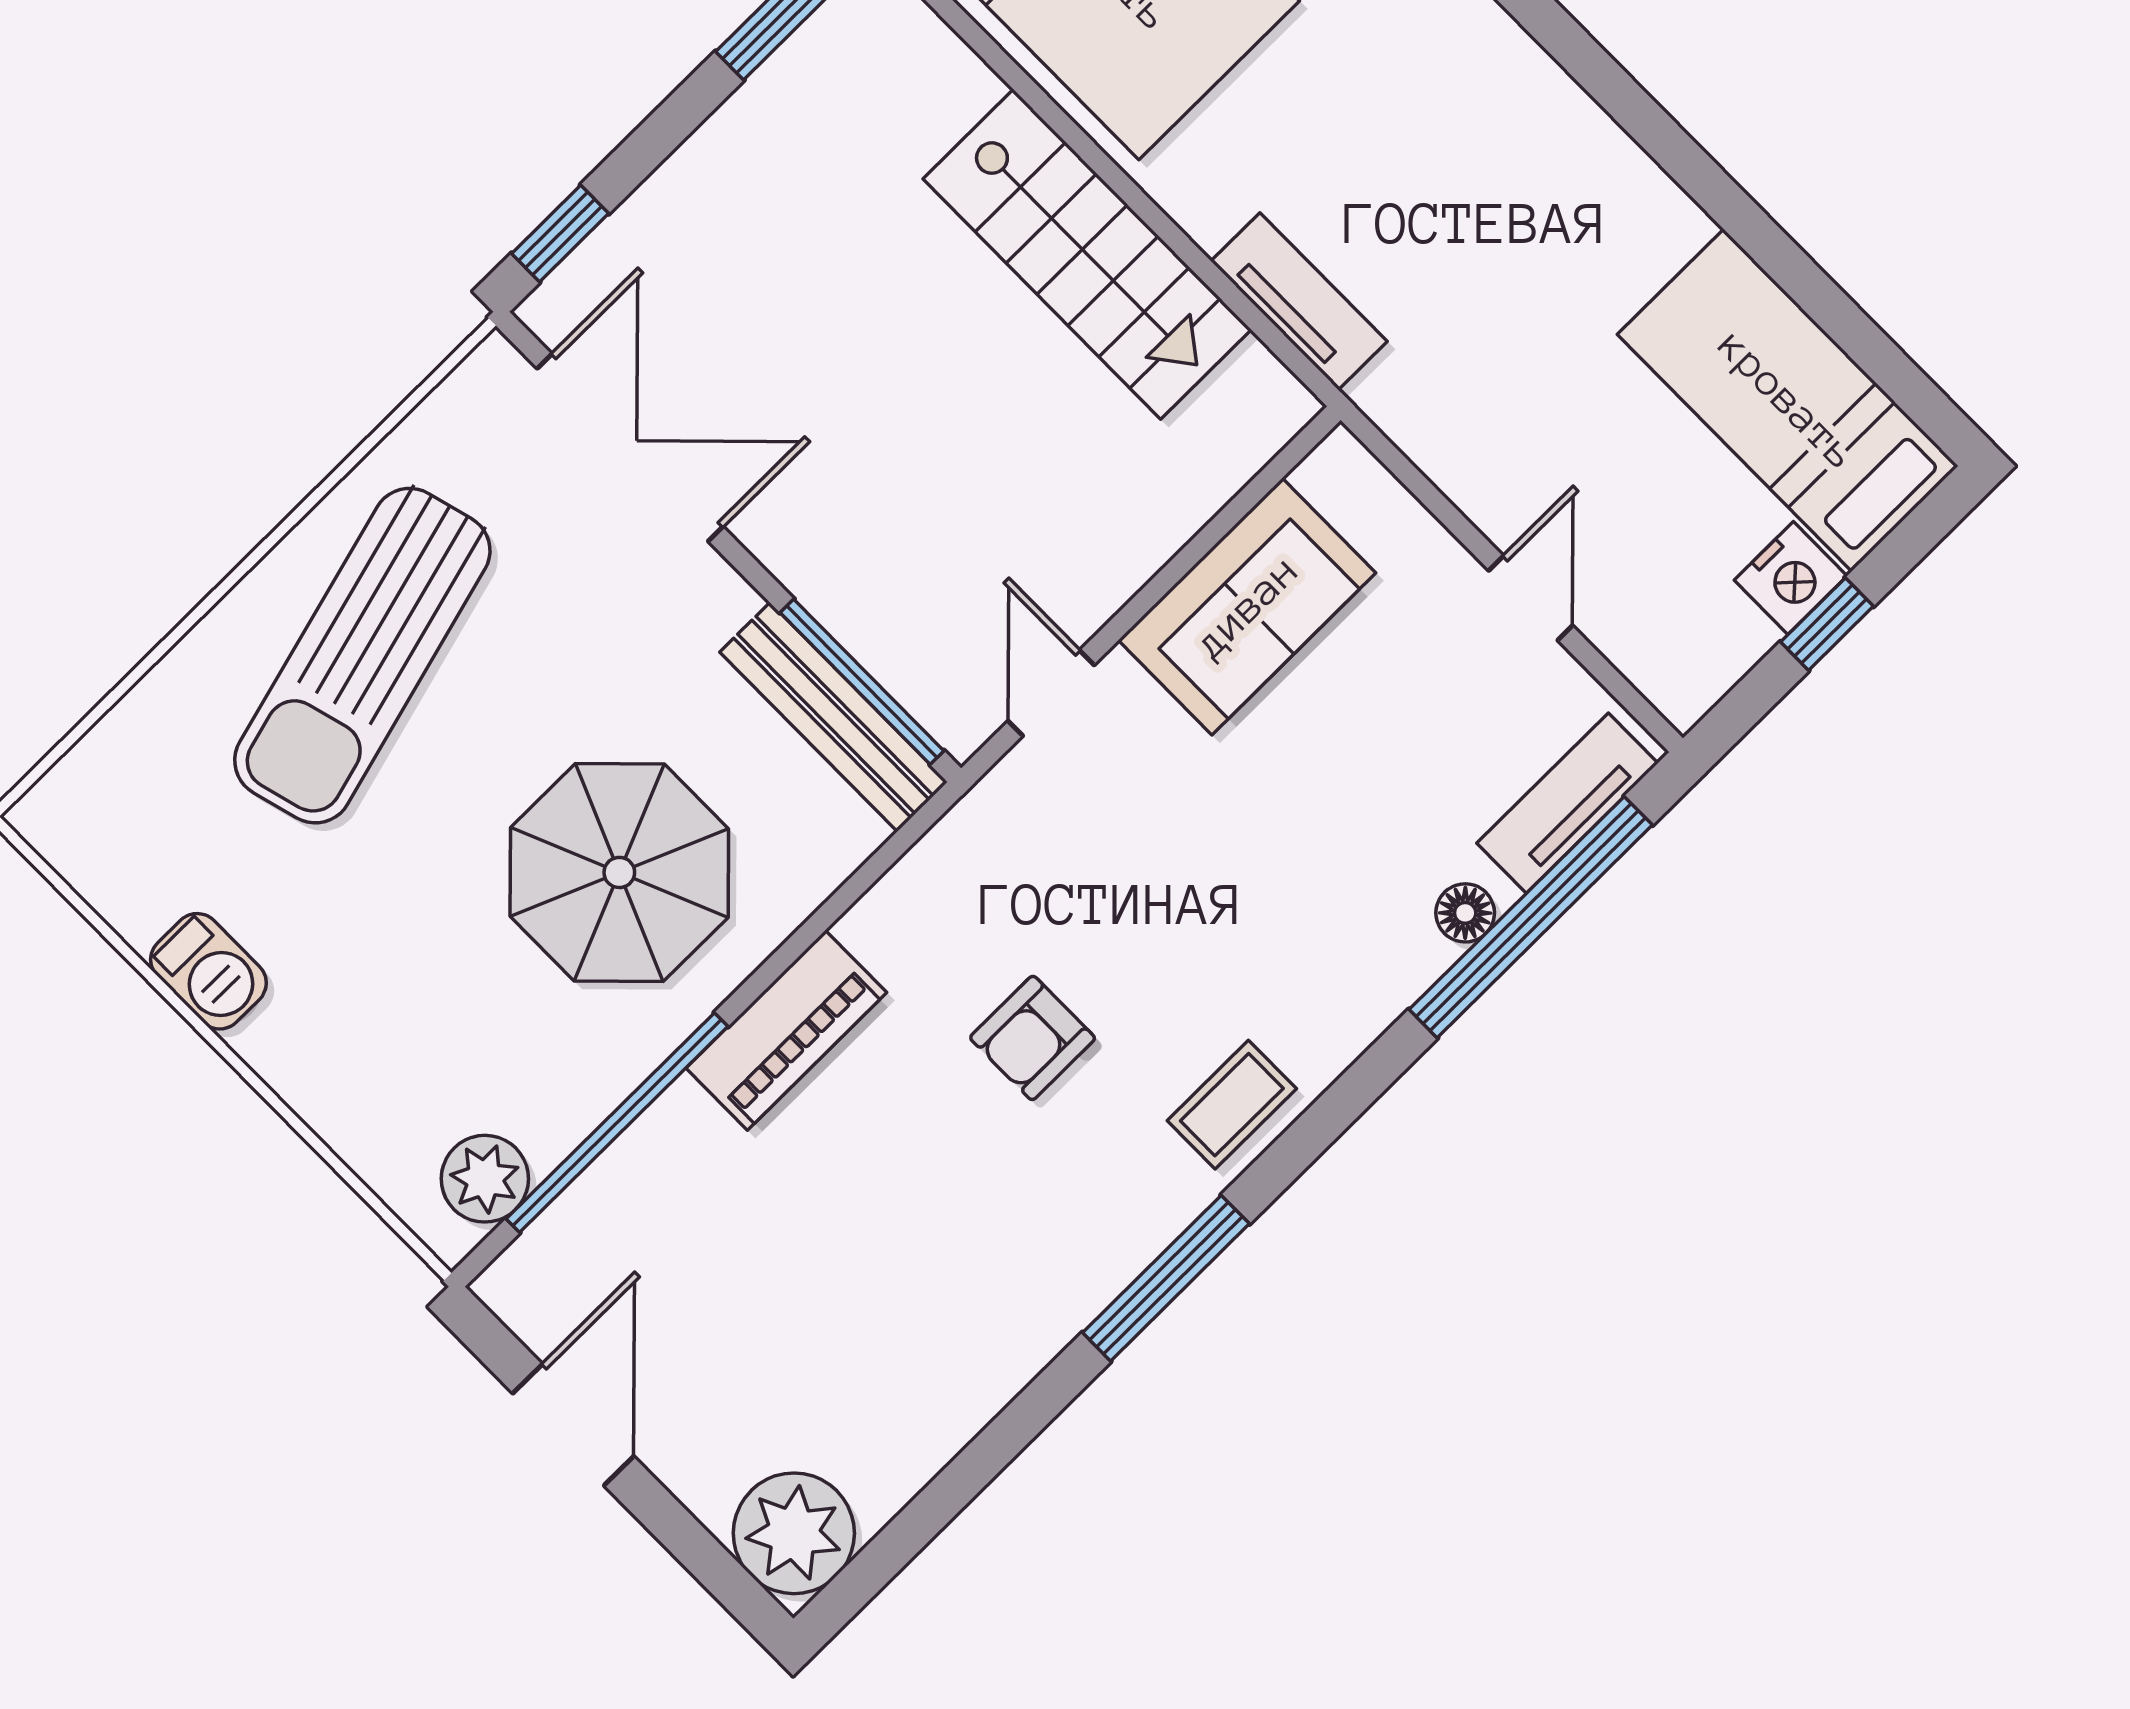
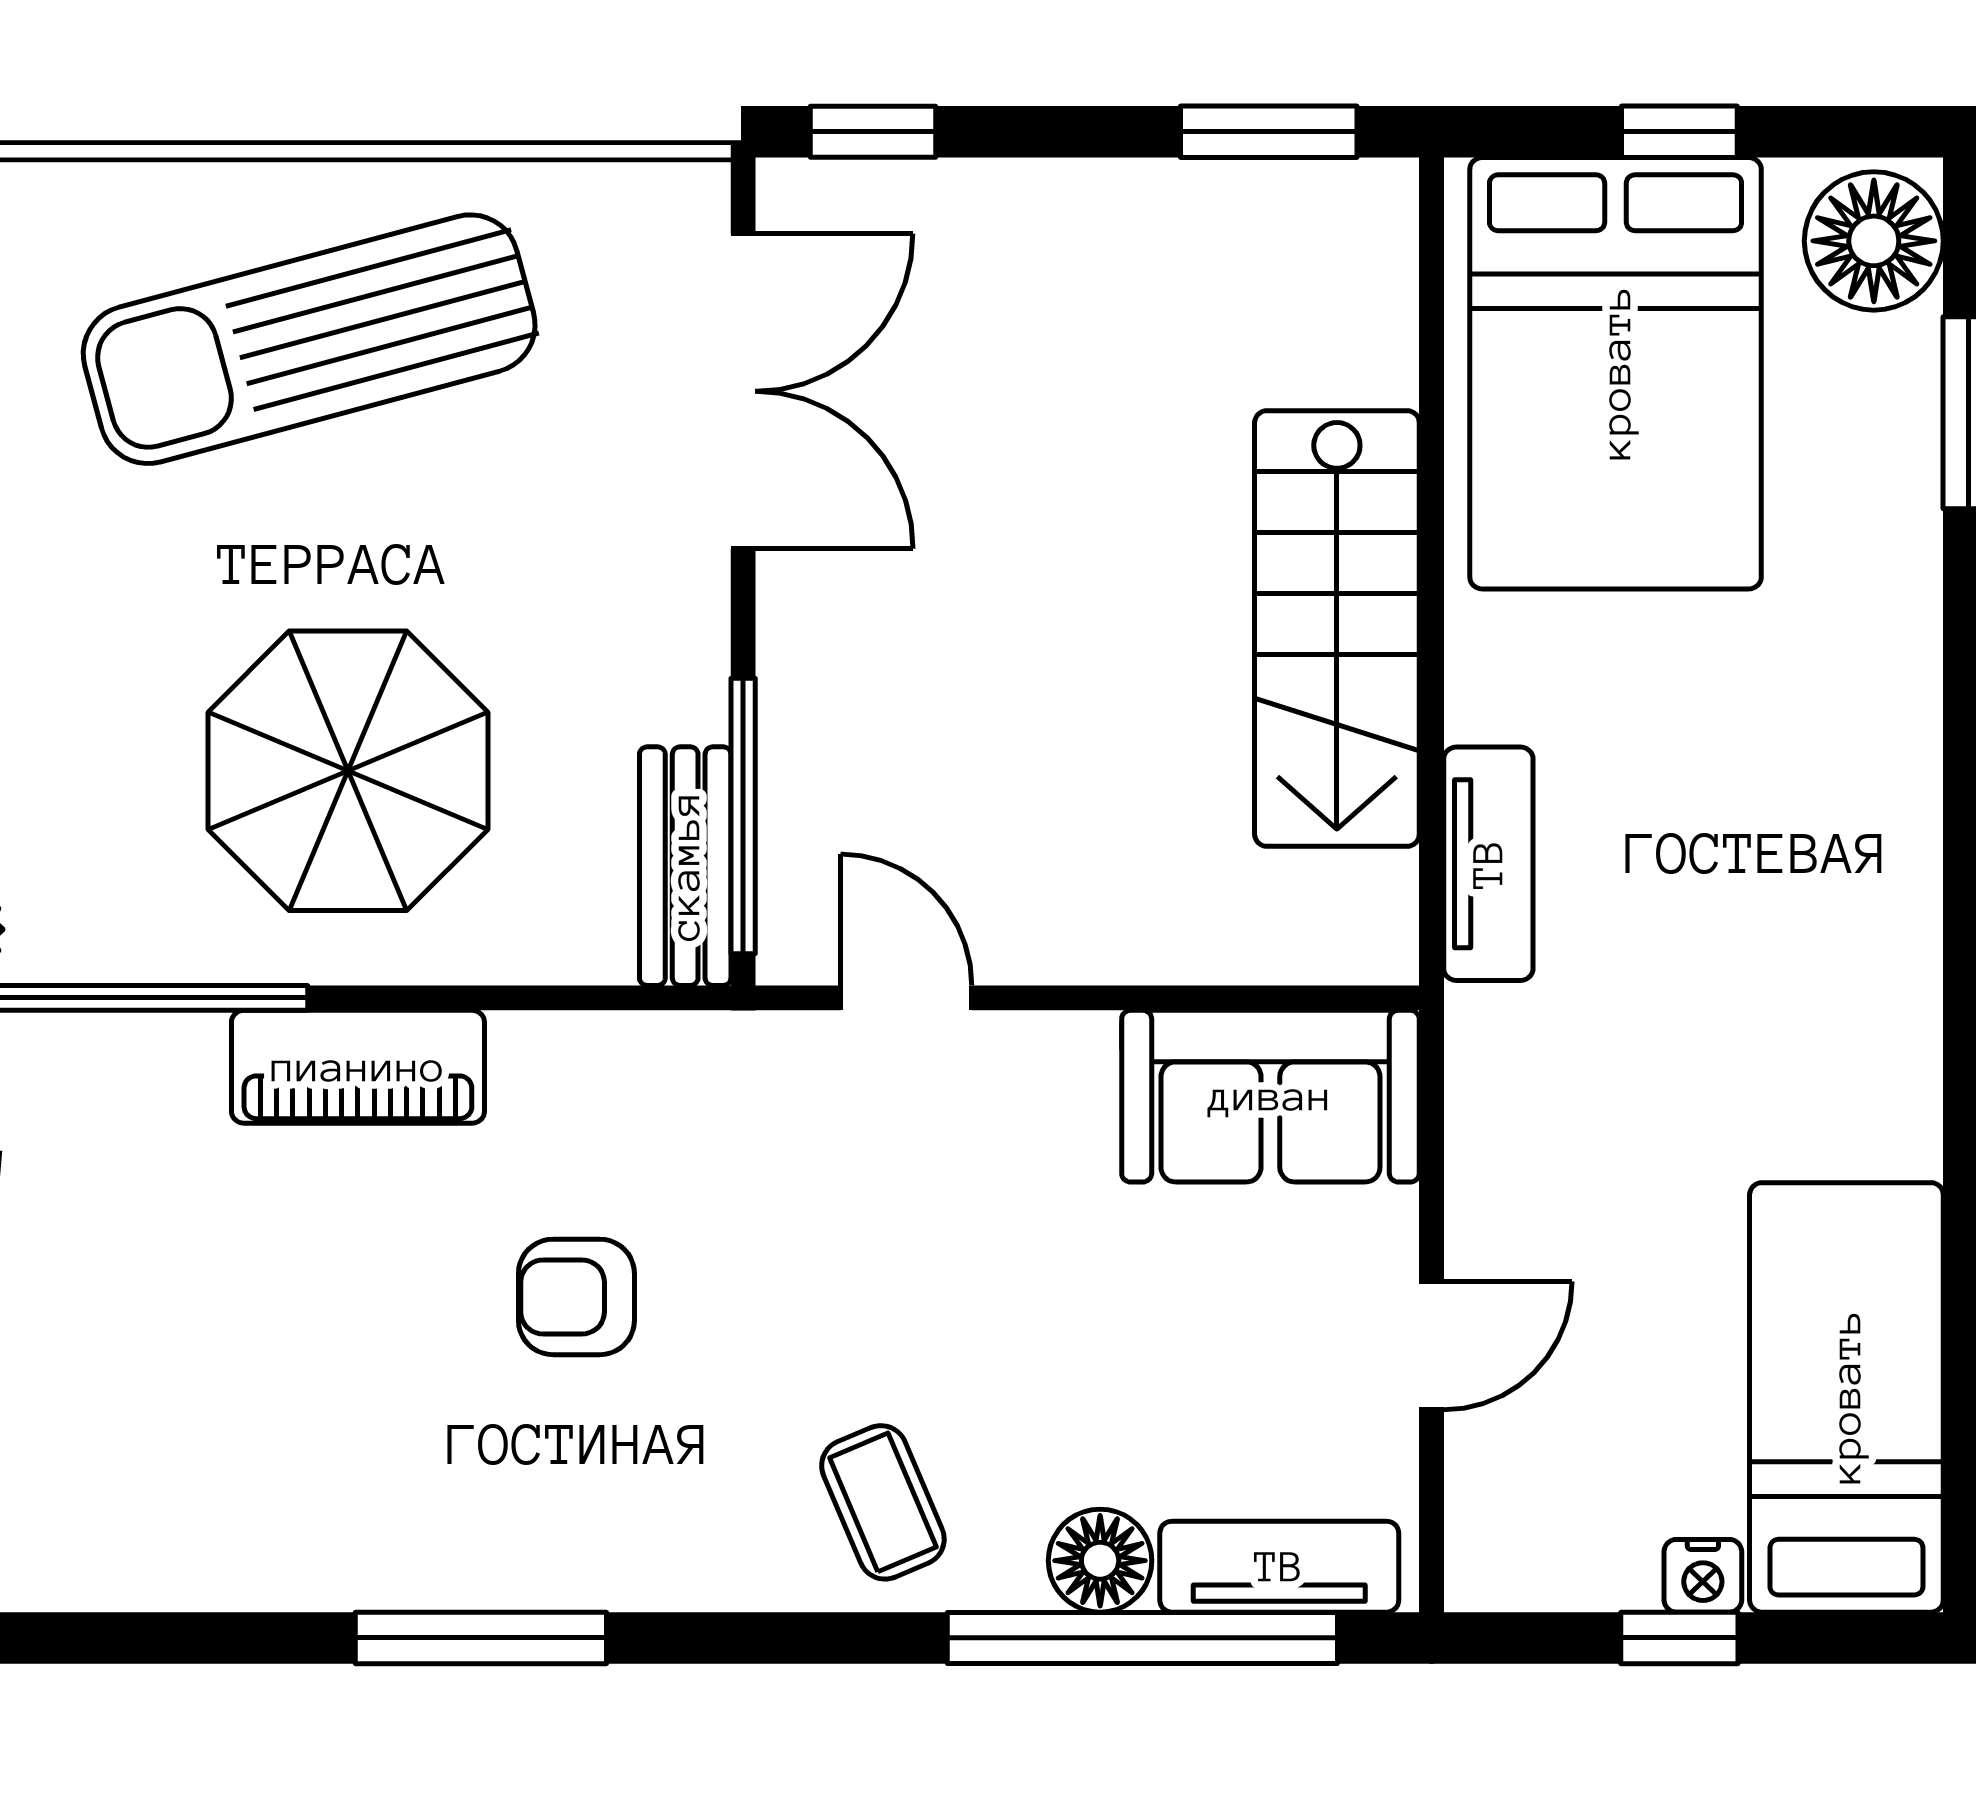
nightstand: (1791, 578) -> (1703, 1576), width x0.72, depth x0.74
sofa: (1247, 606) -> (1270, 1096), moved
door: (1051, 693) -> (906, 998), hinge flipped
bench: (834, 717) -> (685, 866), width x0.73
floor lamp: (1465, 913) -> (1100, 1561), width x1.37, depth x1.37
coffee table: (1232, 1105) -> (883, 1502), moved, turned 67

